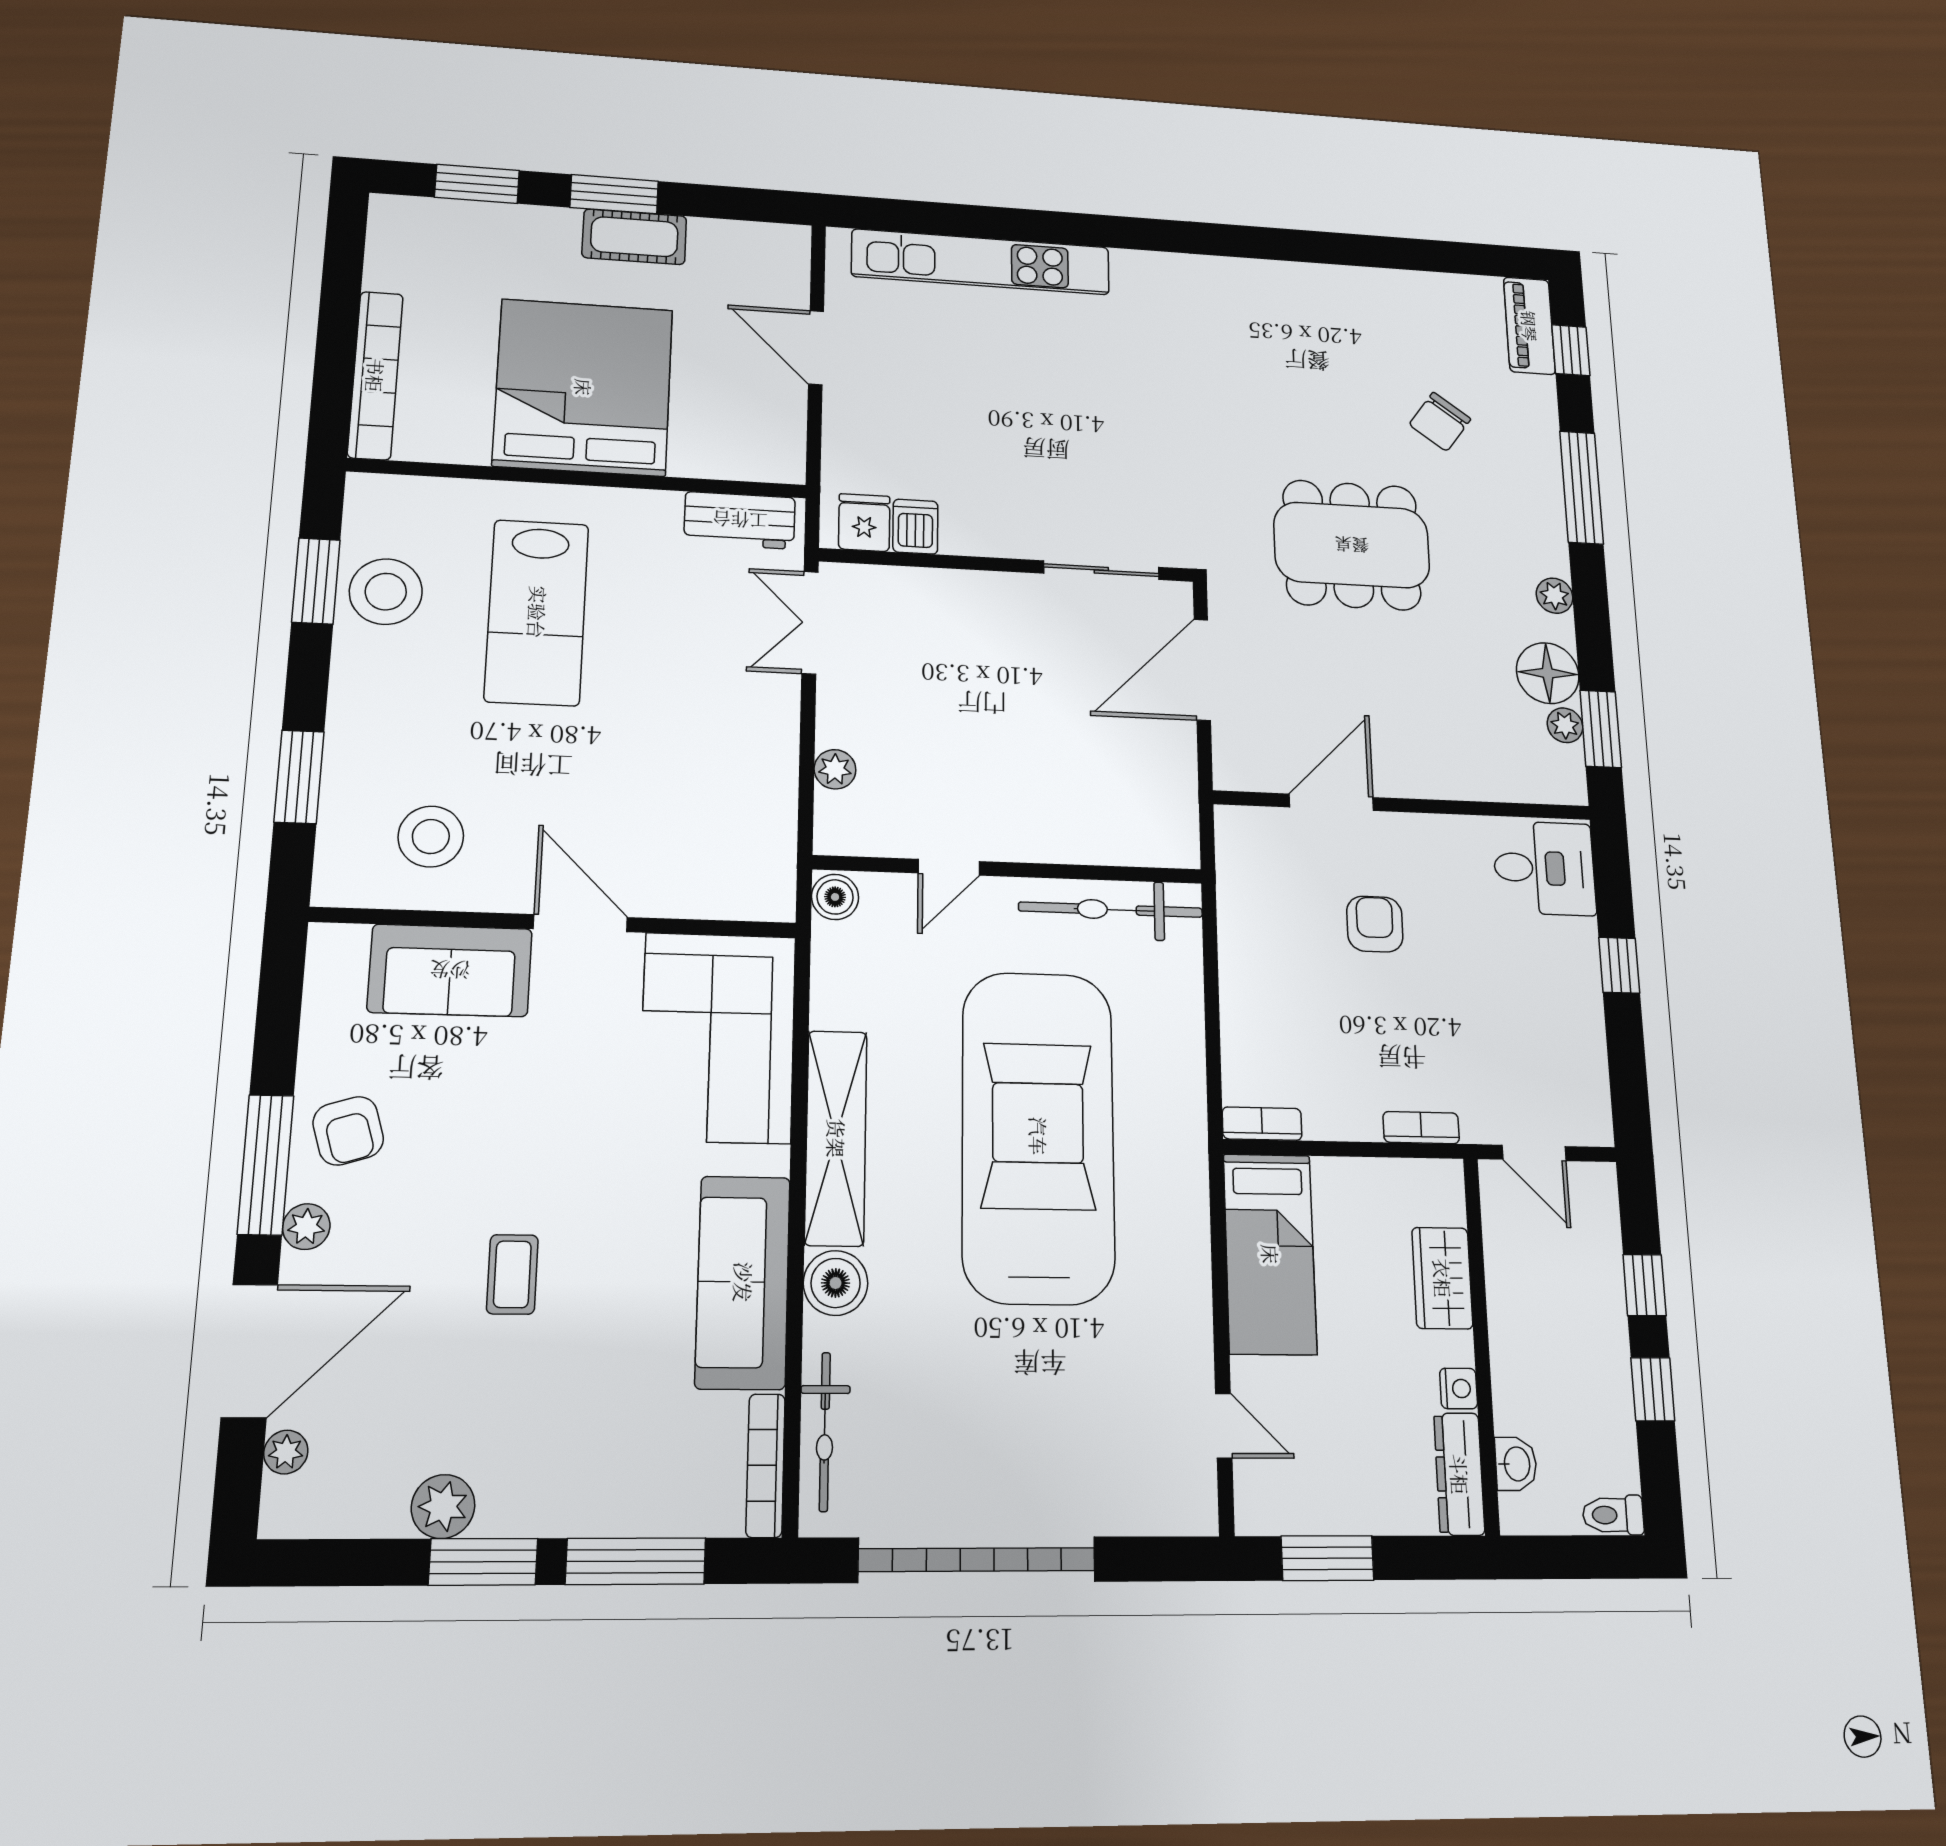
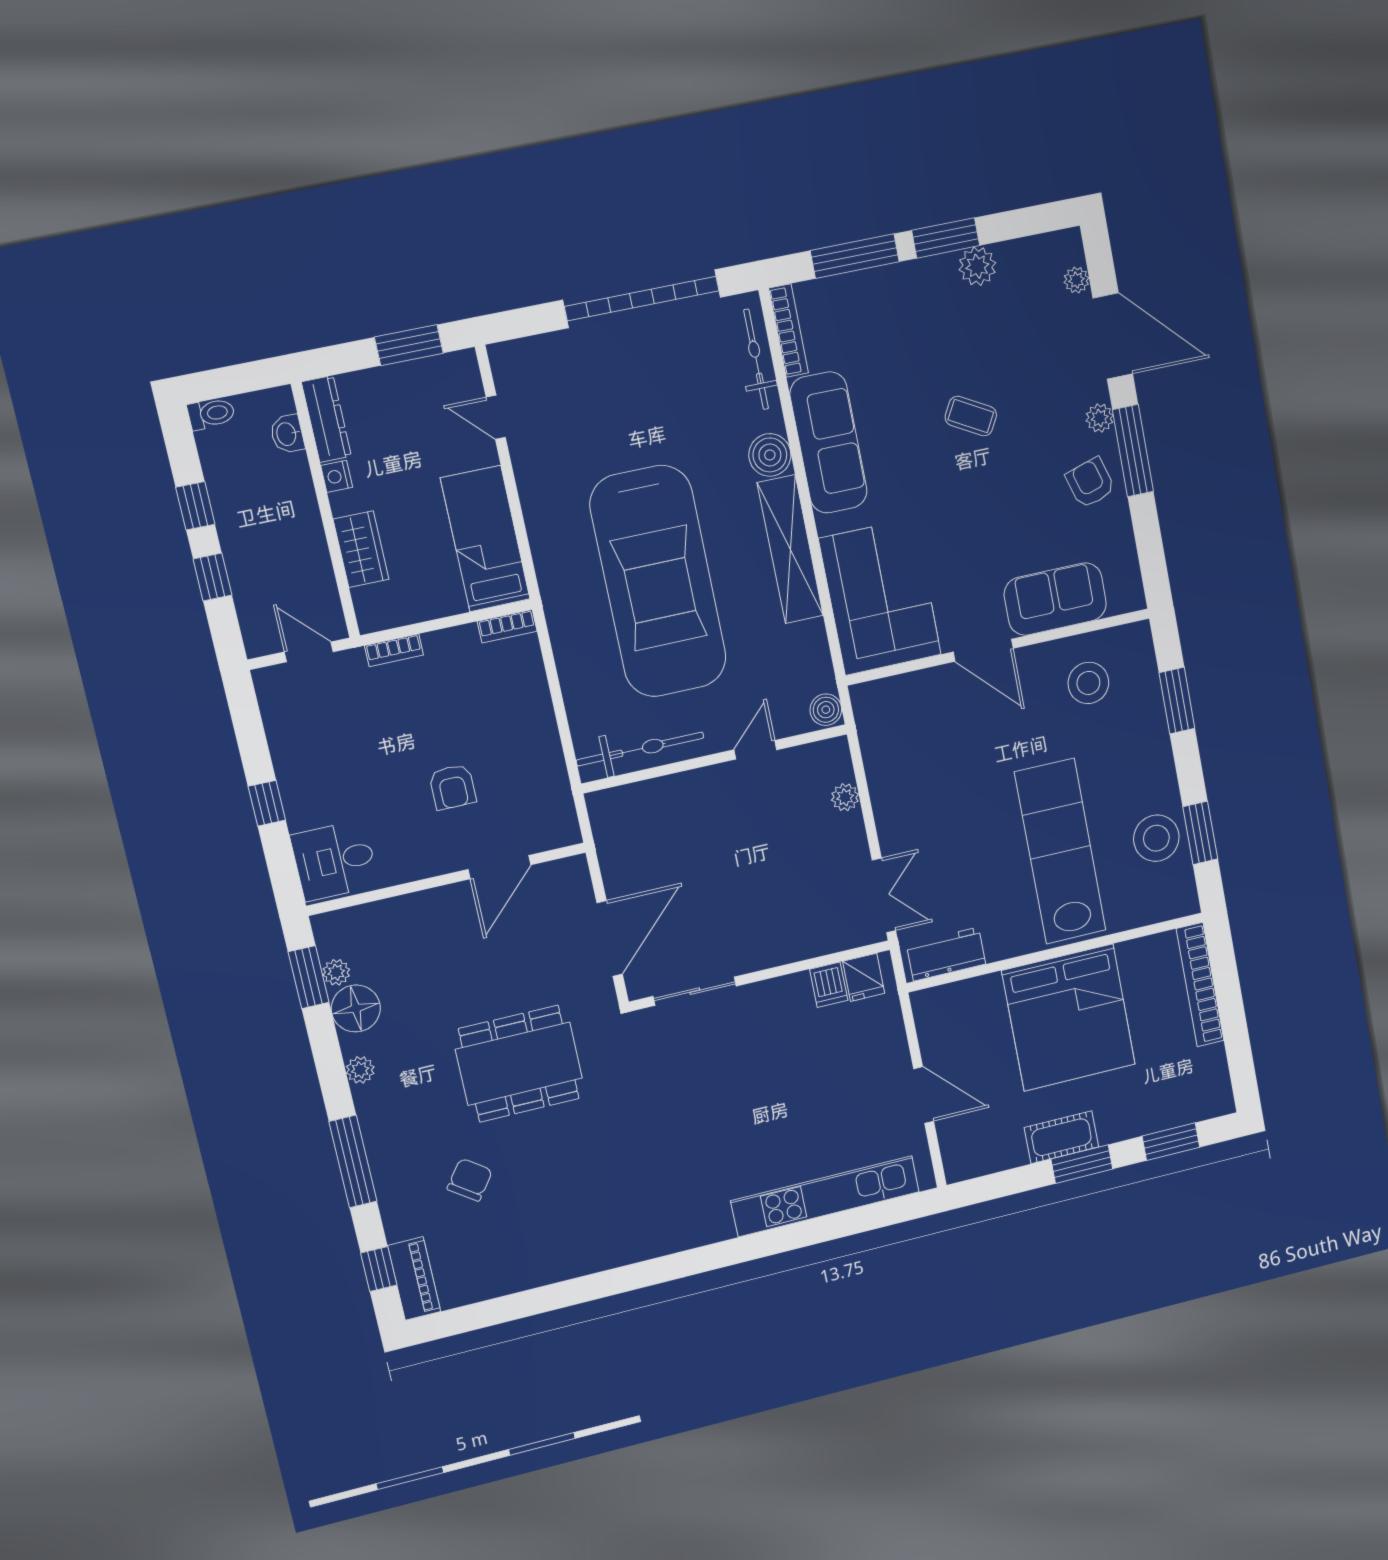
lab bench: (537, 612) -> (1060, 851), width x1.36
coffee table: (512, 1274) -> (971, 416), turned -61
door: (250, 1351) -> (1113, 336), swing flipped

